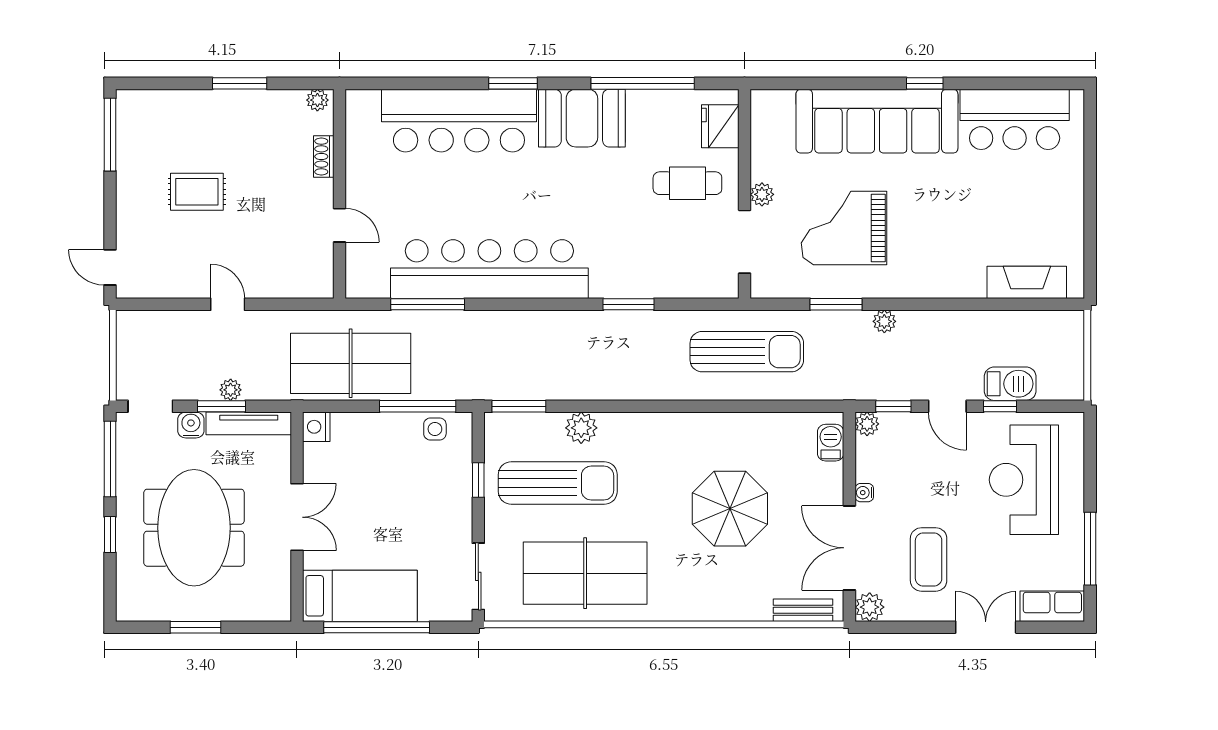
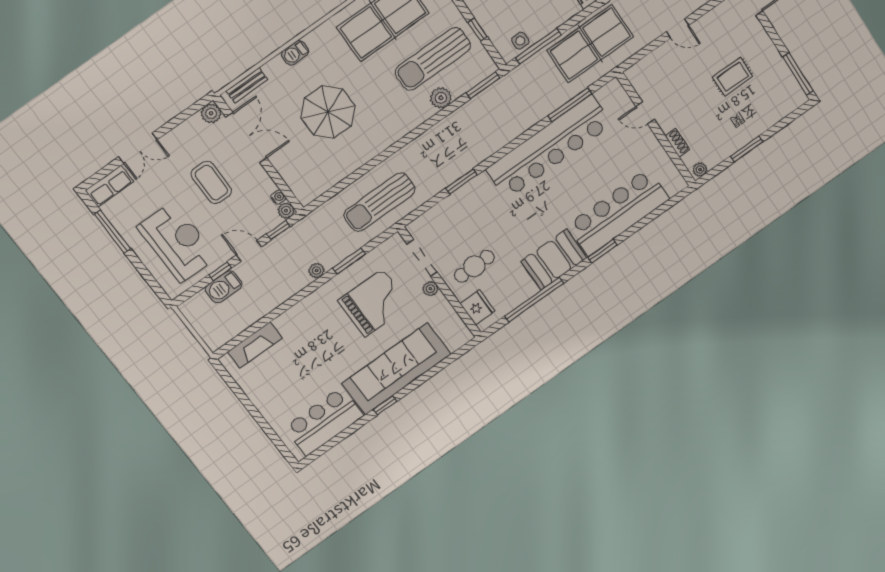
barbecue: (831, 443) -> (295, 53), moved, turned 90
water cooler: (864, 493) -> (278, 197), moved
coffee table: (929, 559) -> (211, 183), moved

